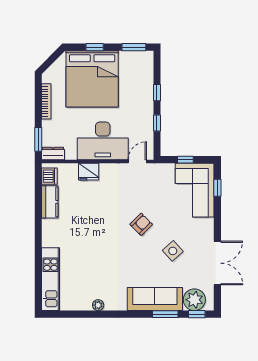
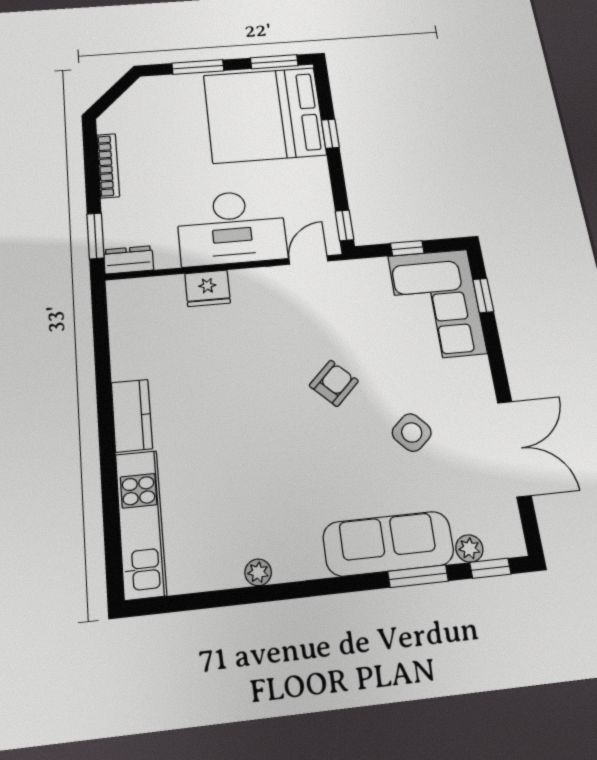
window: (95, 47) -> (198, 67), width x1.50
bed: (92, 79) -> (264, 115), moved, turned 90
window: (157, 123) -> (344, 225), moved
dishwasher: (49, 176) -> (124, 304), removed
kitchen counter: (50, 202) -> (132, 415), moved
plant: (194, 300) -> (469, 548), width x0.53, depth x0.53

